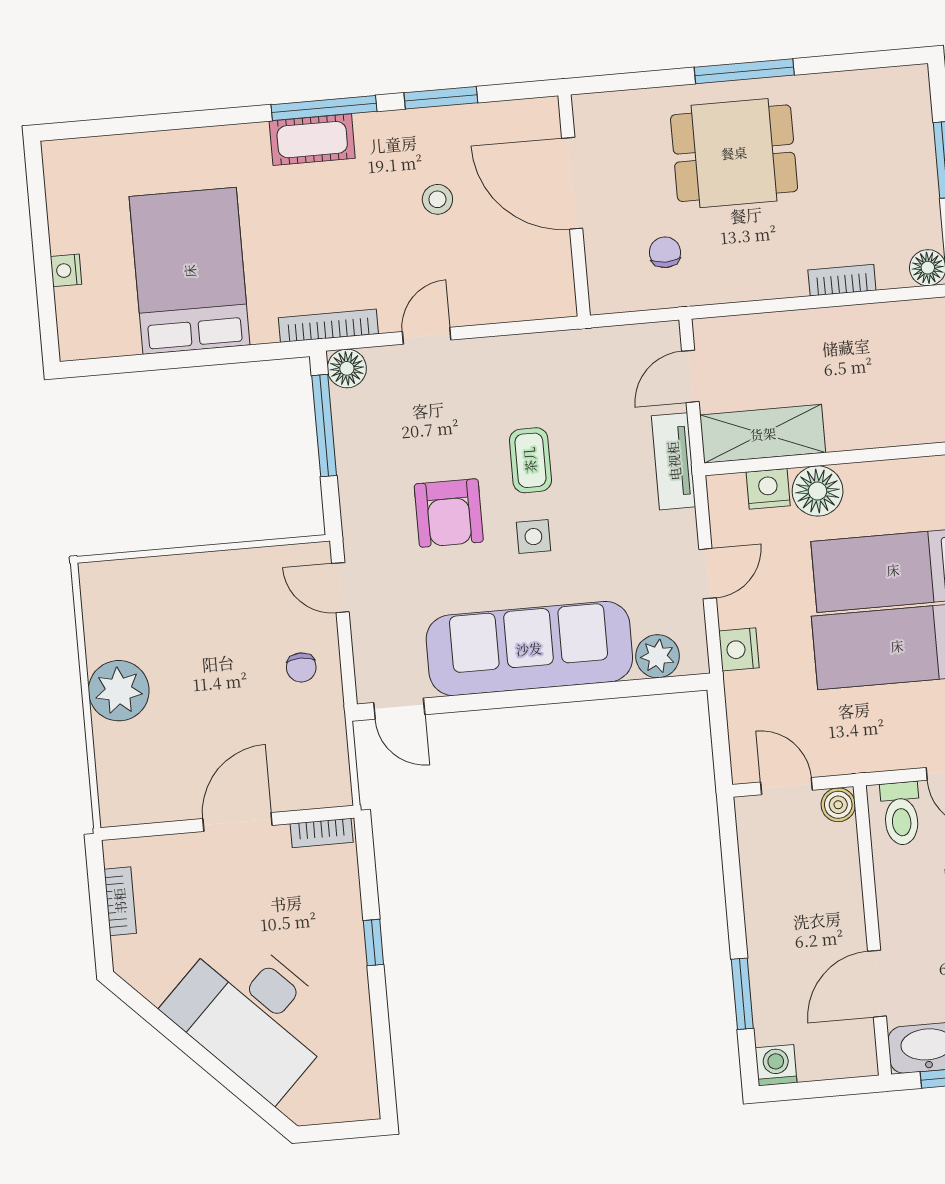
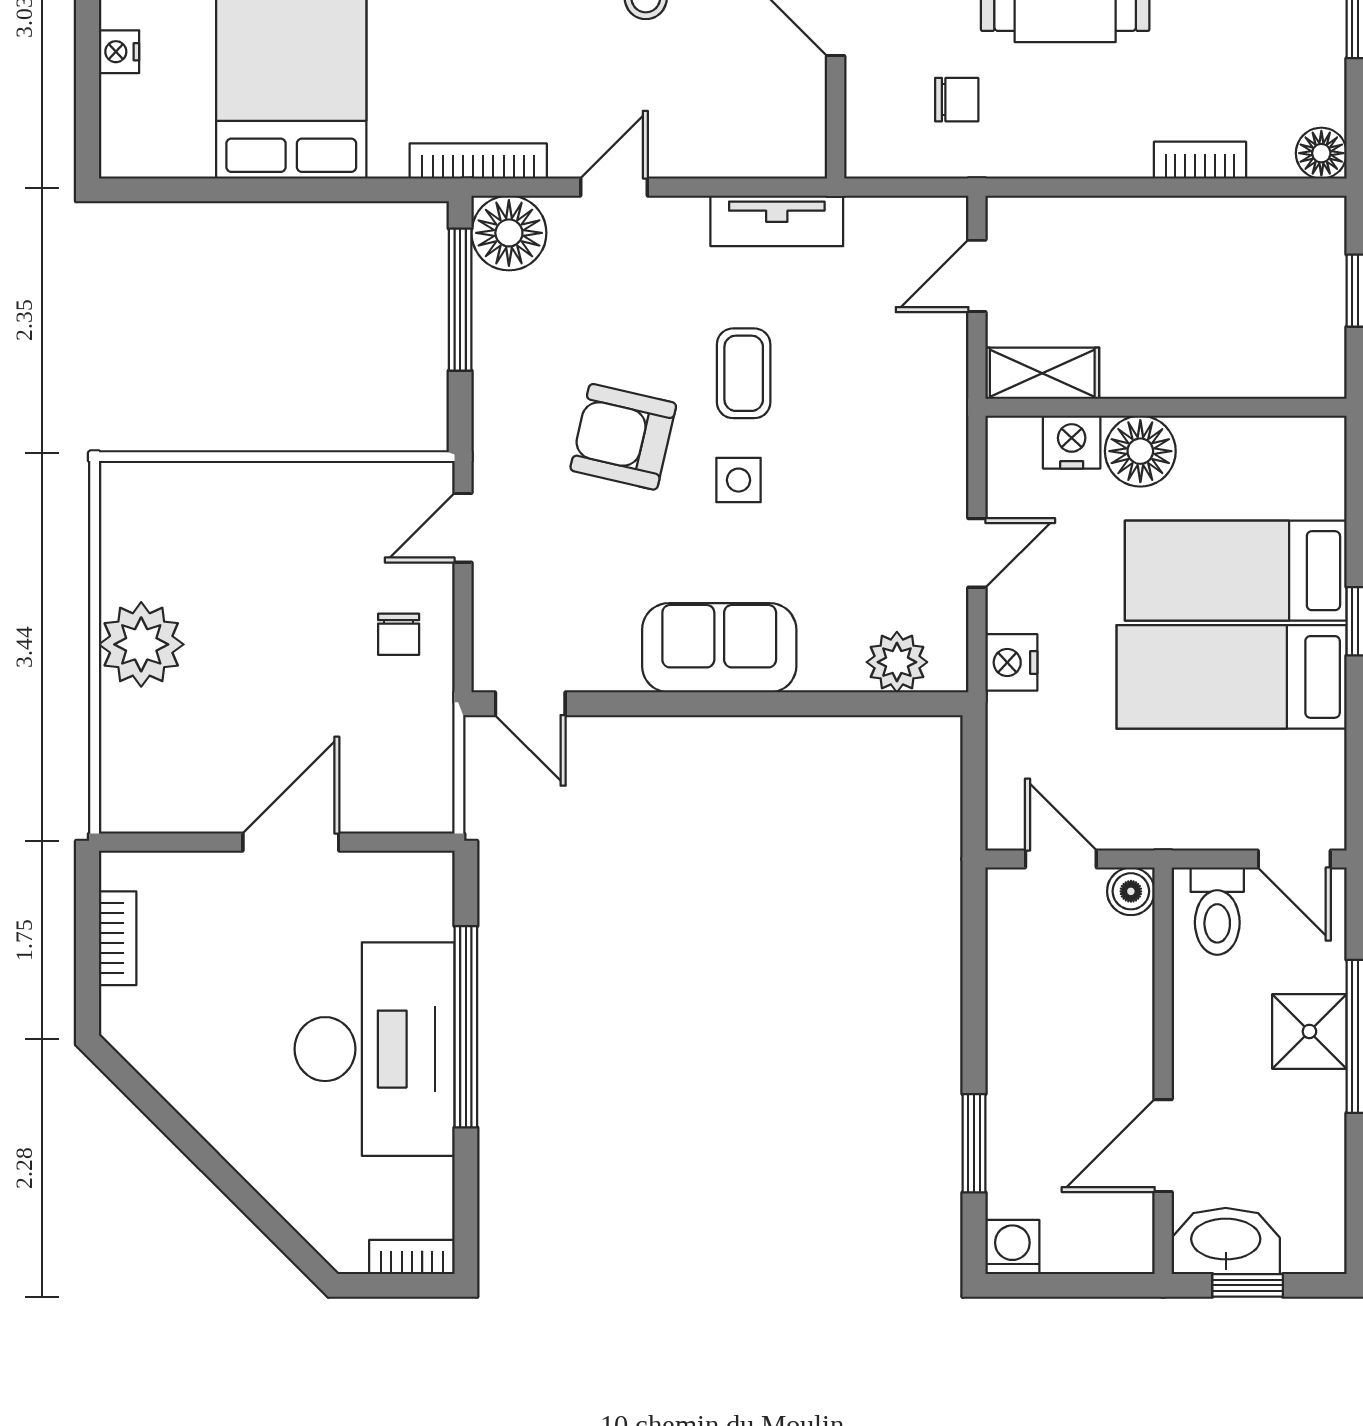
chair: (665, 252) -> (957, 100), turned 90
floor lamp: (347, 368) -> (509, 233), width x1.38, depth x1.38
shelving: (763, 434) -> (1042, 373), width x0.67, depth x0.75
tv unit: (674, 461) -> (777, 221), moved, turned -90
armchair: (449, 513) -> (623, 437), turned 103
door: (340, 588) -> (463, 528), hinge flipped
sofa: (529, 649) -> (719, 648), width x0.54, depth x0.79
bookcase: (322, 833) -> (412, 1257), moved, turned 180
window: (373, 942) -> (466, 1027), width x3.17
desk: (253, 1014) -> (375, 1049), moved, turned -135

